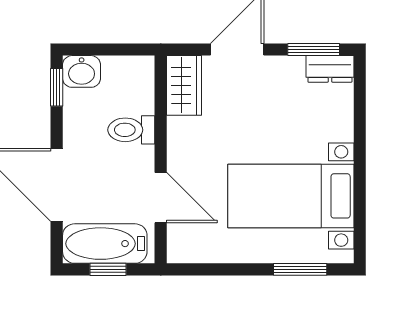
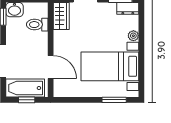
plant: (342, 129) -> (133, 36), added
toilet: (131, 130) -> (37, 25), moved

